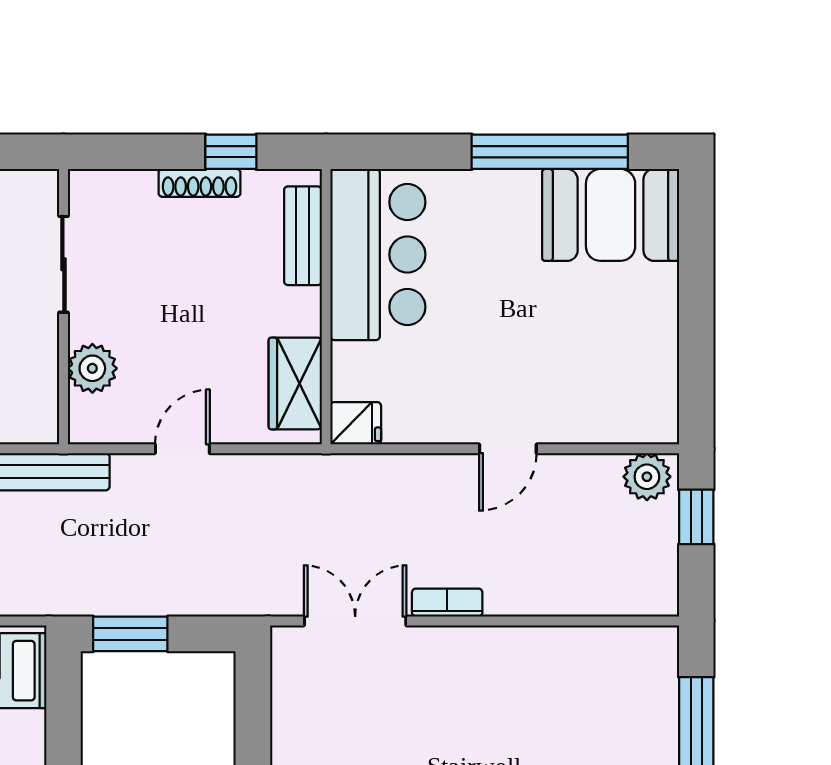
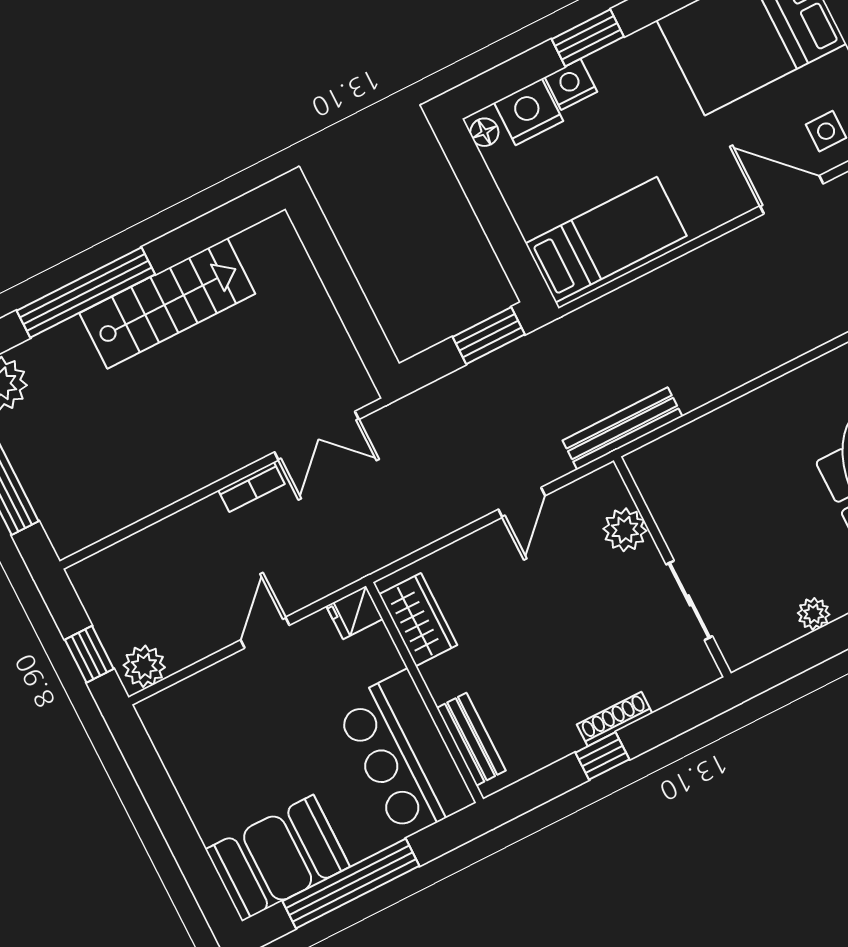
bench: (303, 236) -> (471, 739), moved
bar counter: (378, 255) -> (404, 754), moved
wall: (326, 307) -> (424, 693), moved
wardrobe: (295, 383) -> (418, 620), moved
fridge: (356, 423) -> (355, 613), moved

